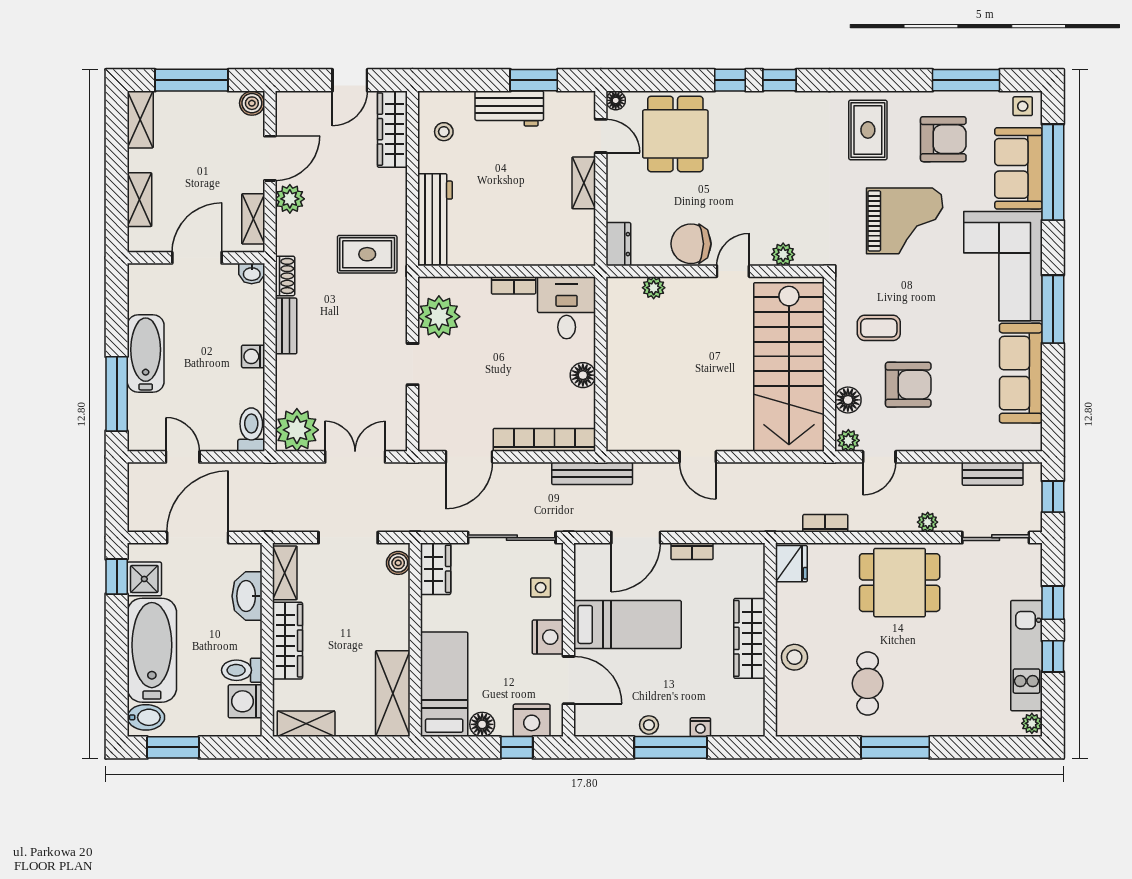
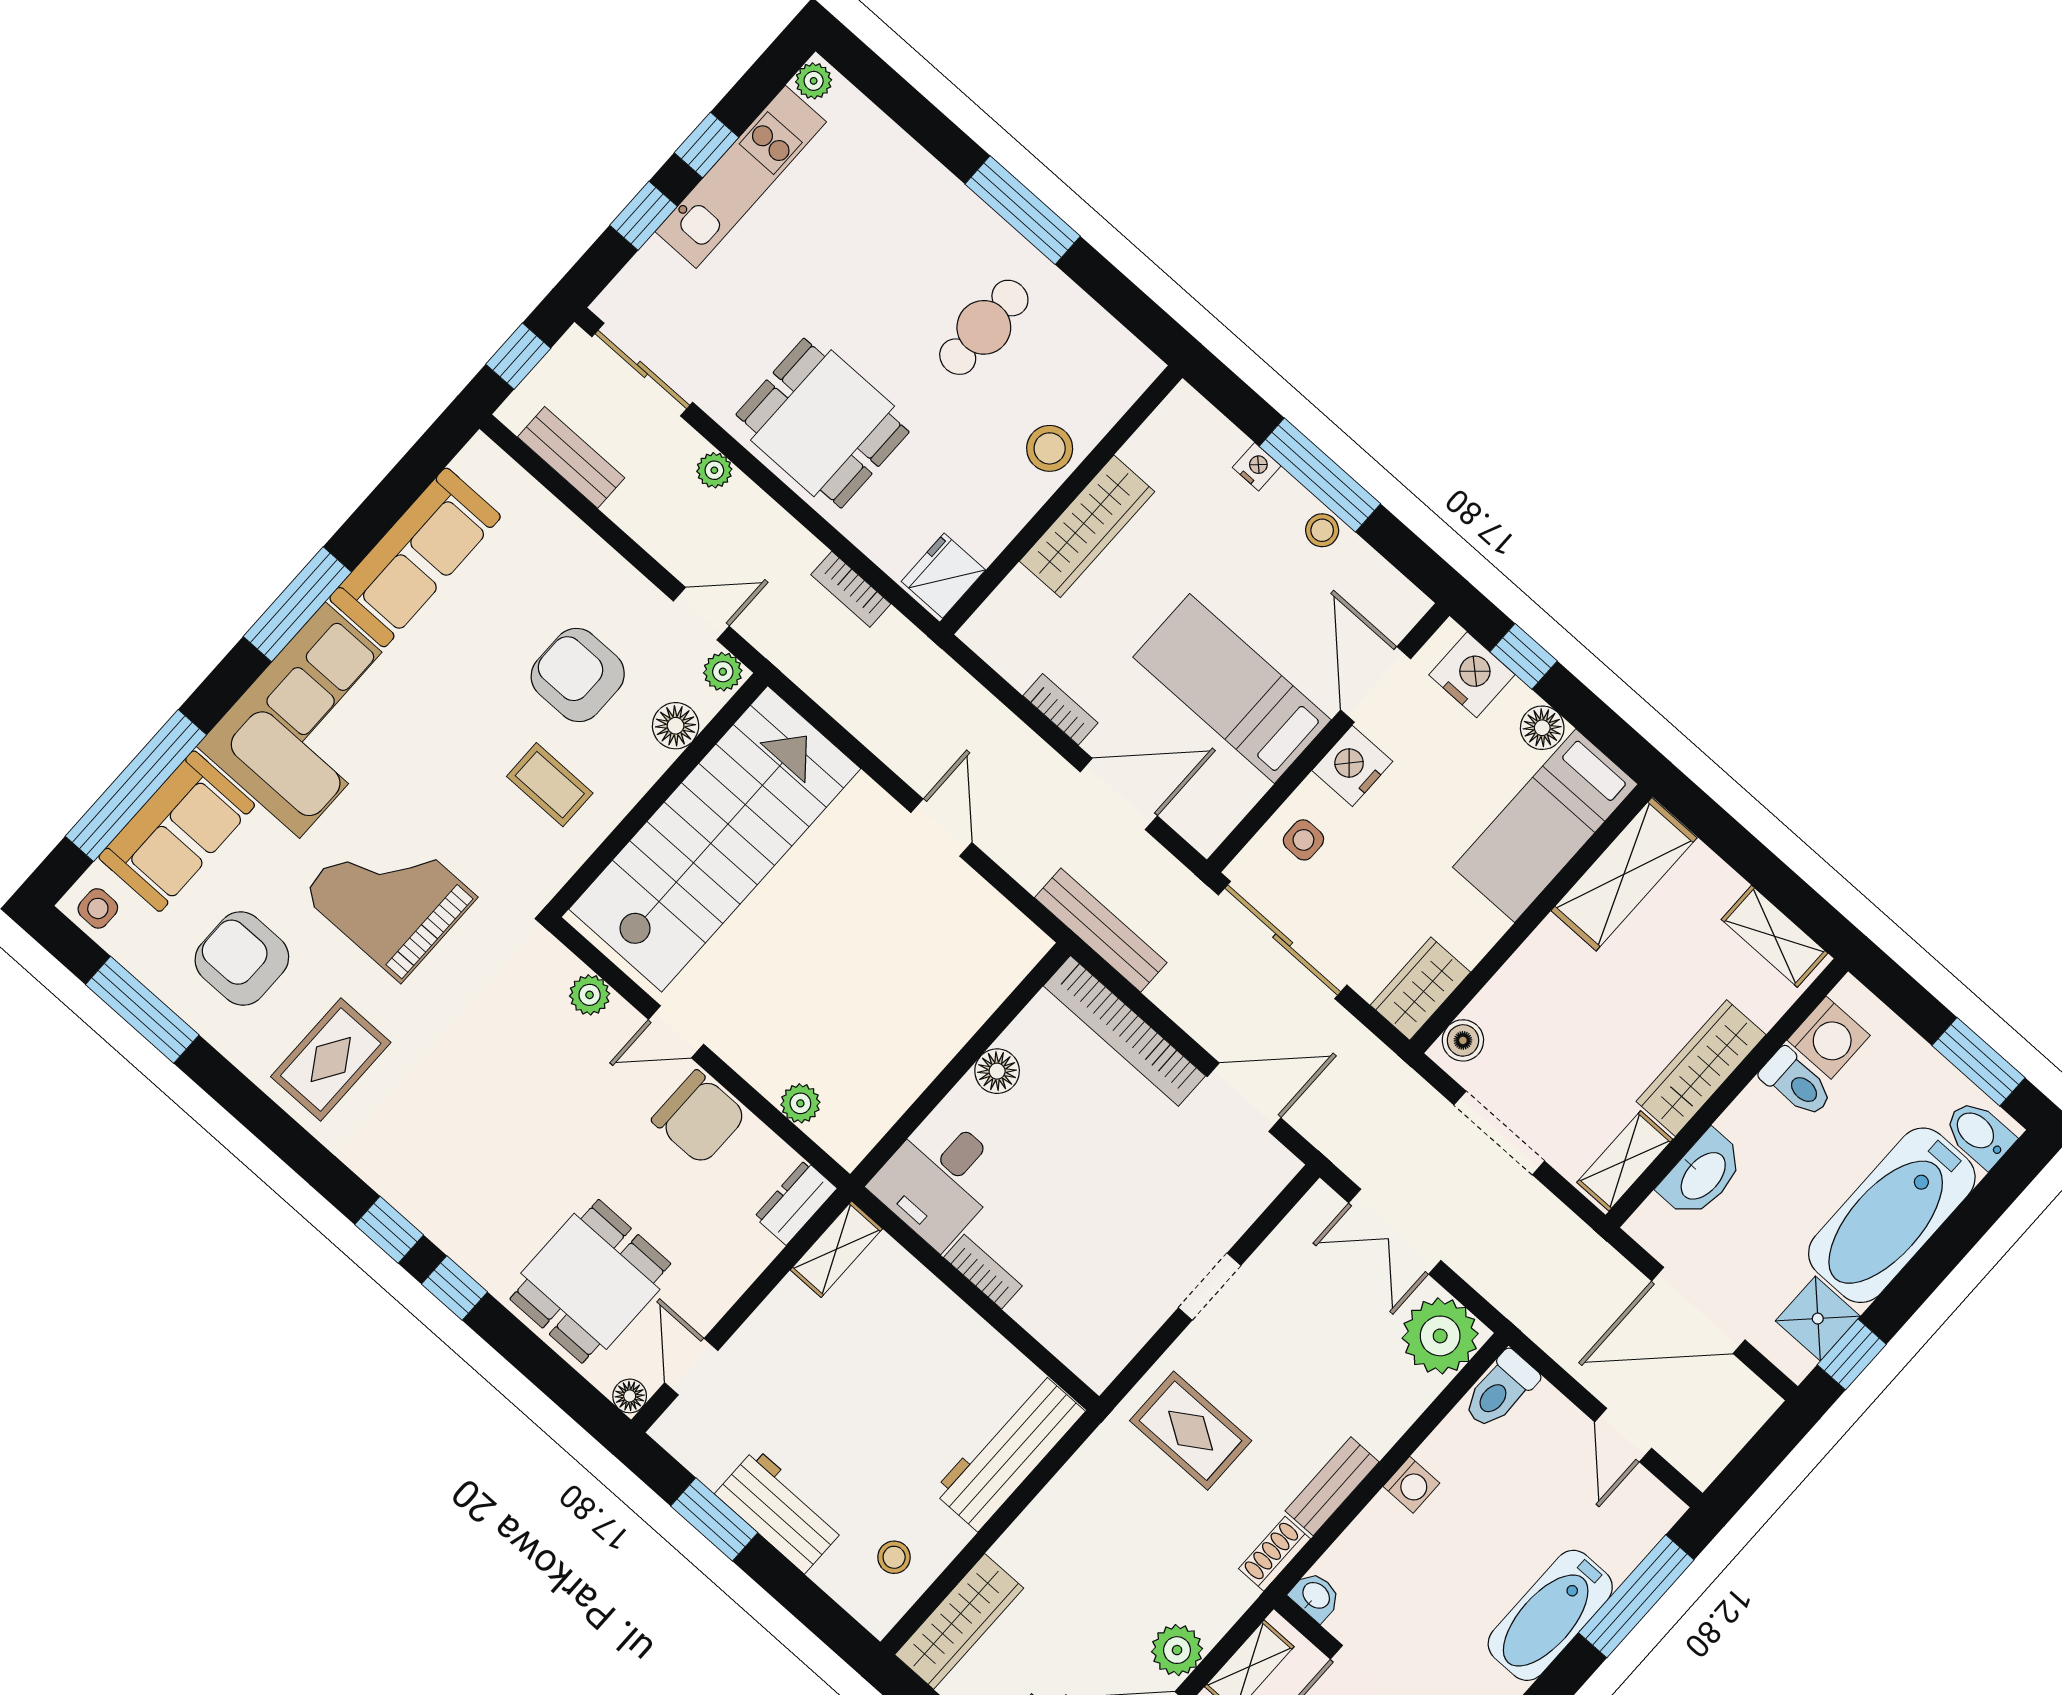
shelving: (584, 183) -> (836, 1249), moved
rug: (367, 254) -> (1191, 1431), moved
plant: (439, 317) -> (1119, 1318), removed

